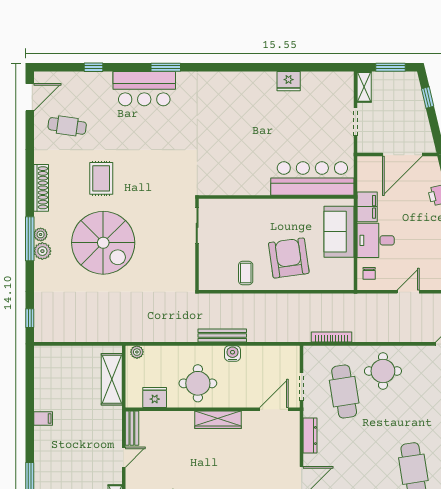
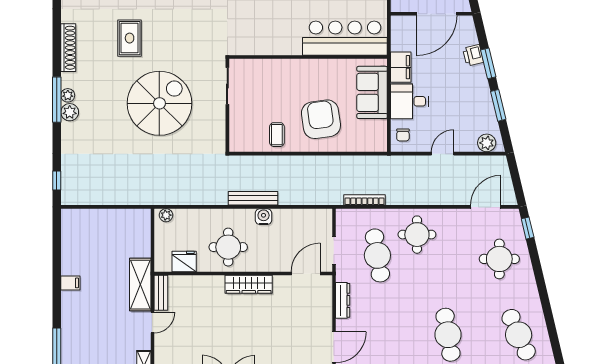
spiral stairs: (103, 243) -> (159, 103), moved, turned -90
shelving: (112, 379) -> (140, 285), moved

